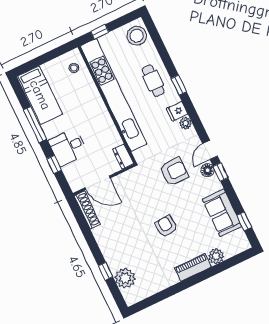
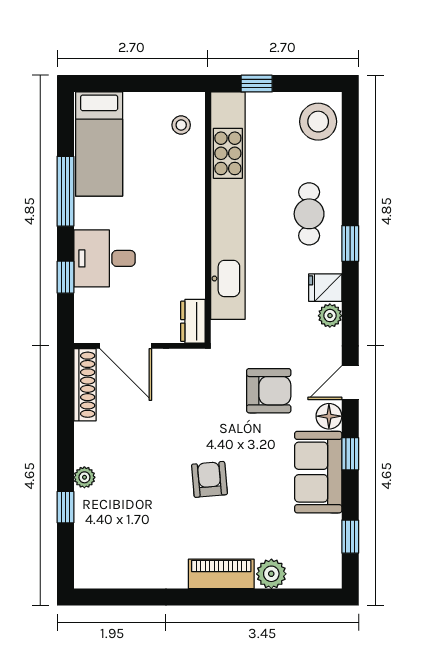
window: (221, 172) -> (350, 454), moved
sofa: (222, 213) -> (318, 472), moved
plant: (125, 278) -> (84, 477), moved, width x0.53, depth x0.53

